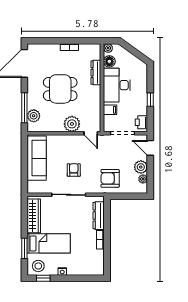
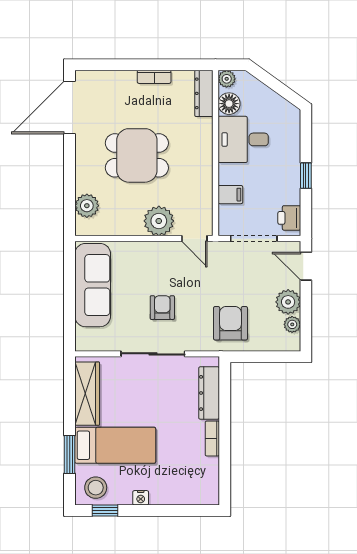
dresser: (96, 73) -> (204, 93), moved
desk: (117, 85) -> (243, 139), width x0.73
window: (24, 108) -> (70, 191), removed
armchair: (110, 178) -> (230, 323), turned 90

